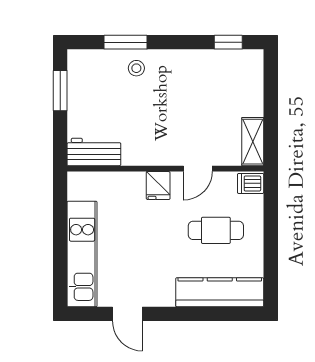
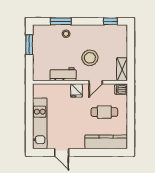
stool: (186, 118) -> (90, 58), added
workbench: (94, 152) -> (63, 74), moved

